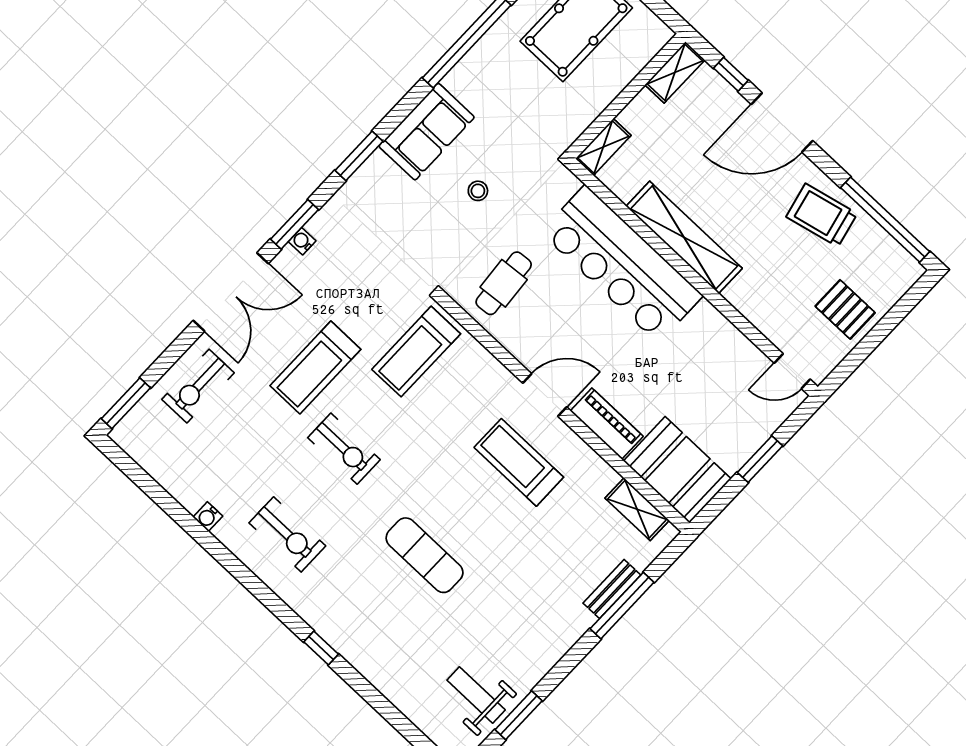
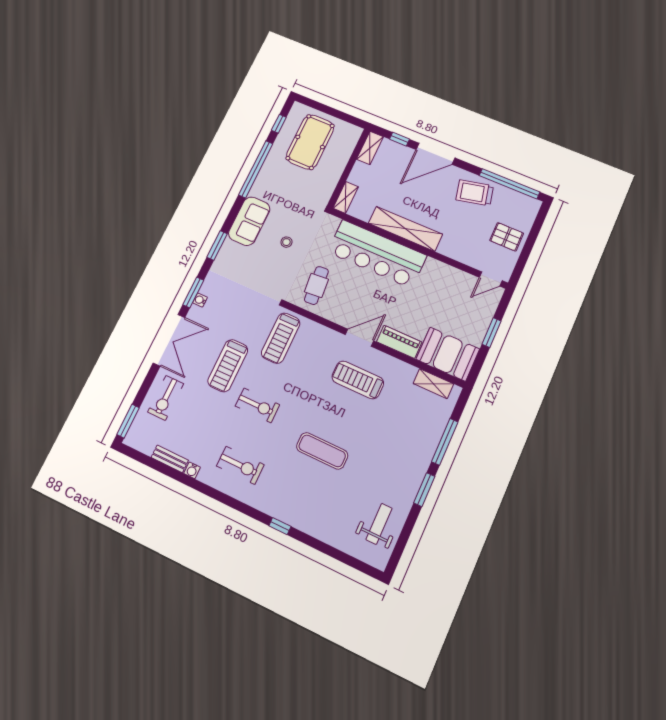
bench: (612, 589) -> (170, 459), moved, turned 90
weight bench: (476, 695) -> (379, 524), turned 90
window: (519, 715) -> (424, 490), moved

